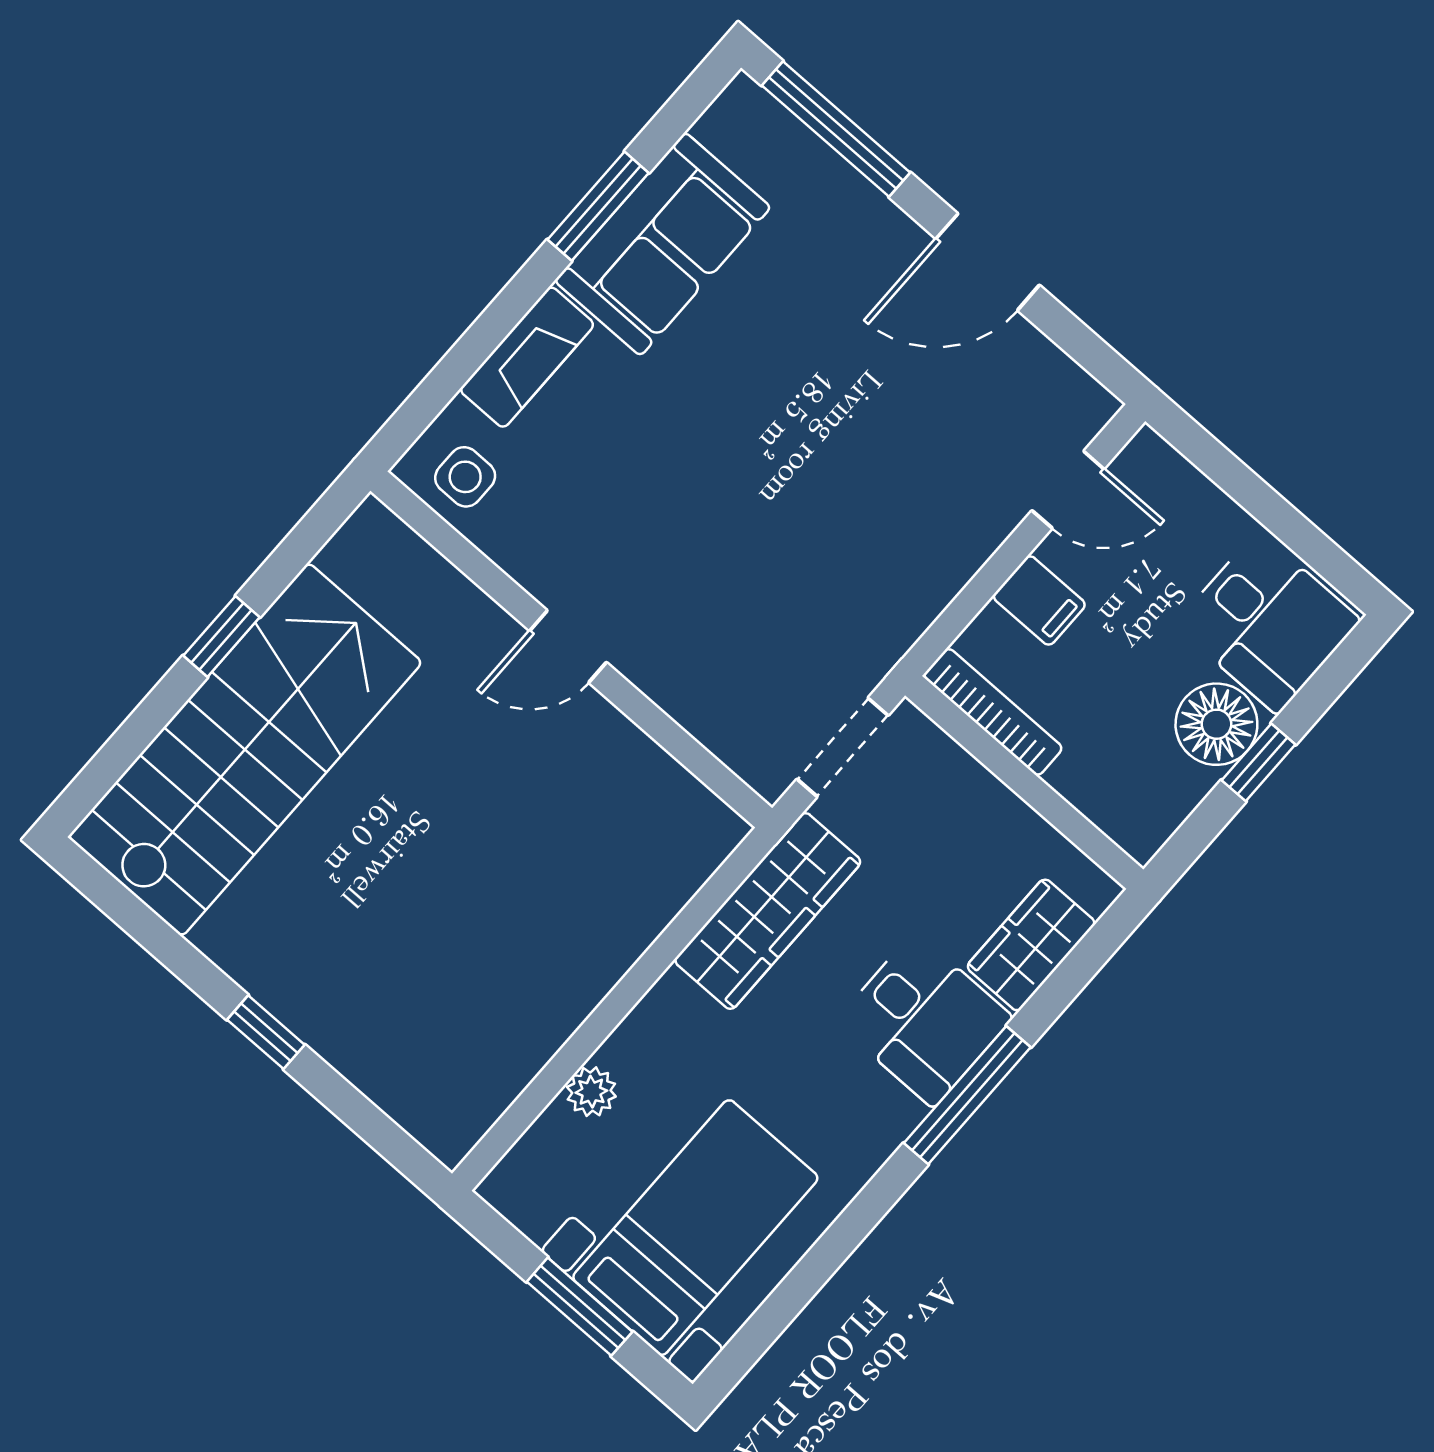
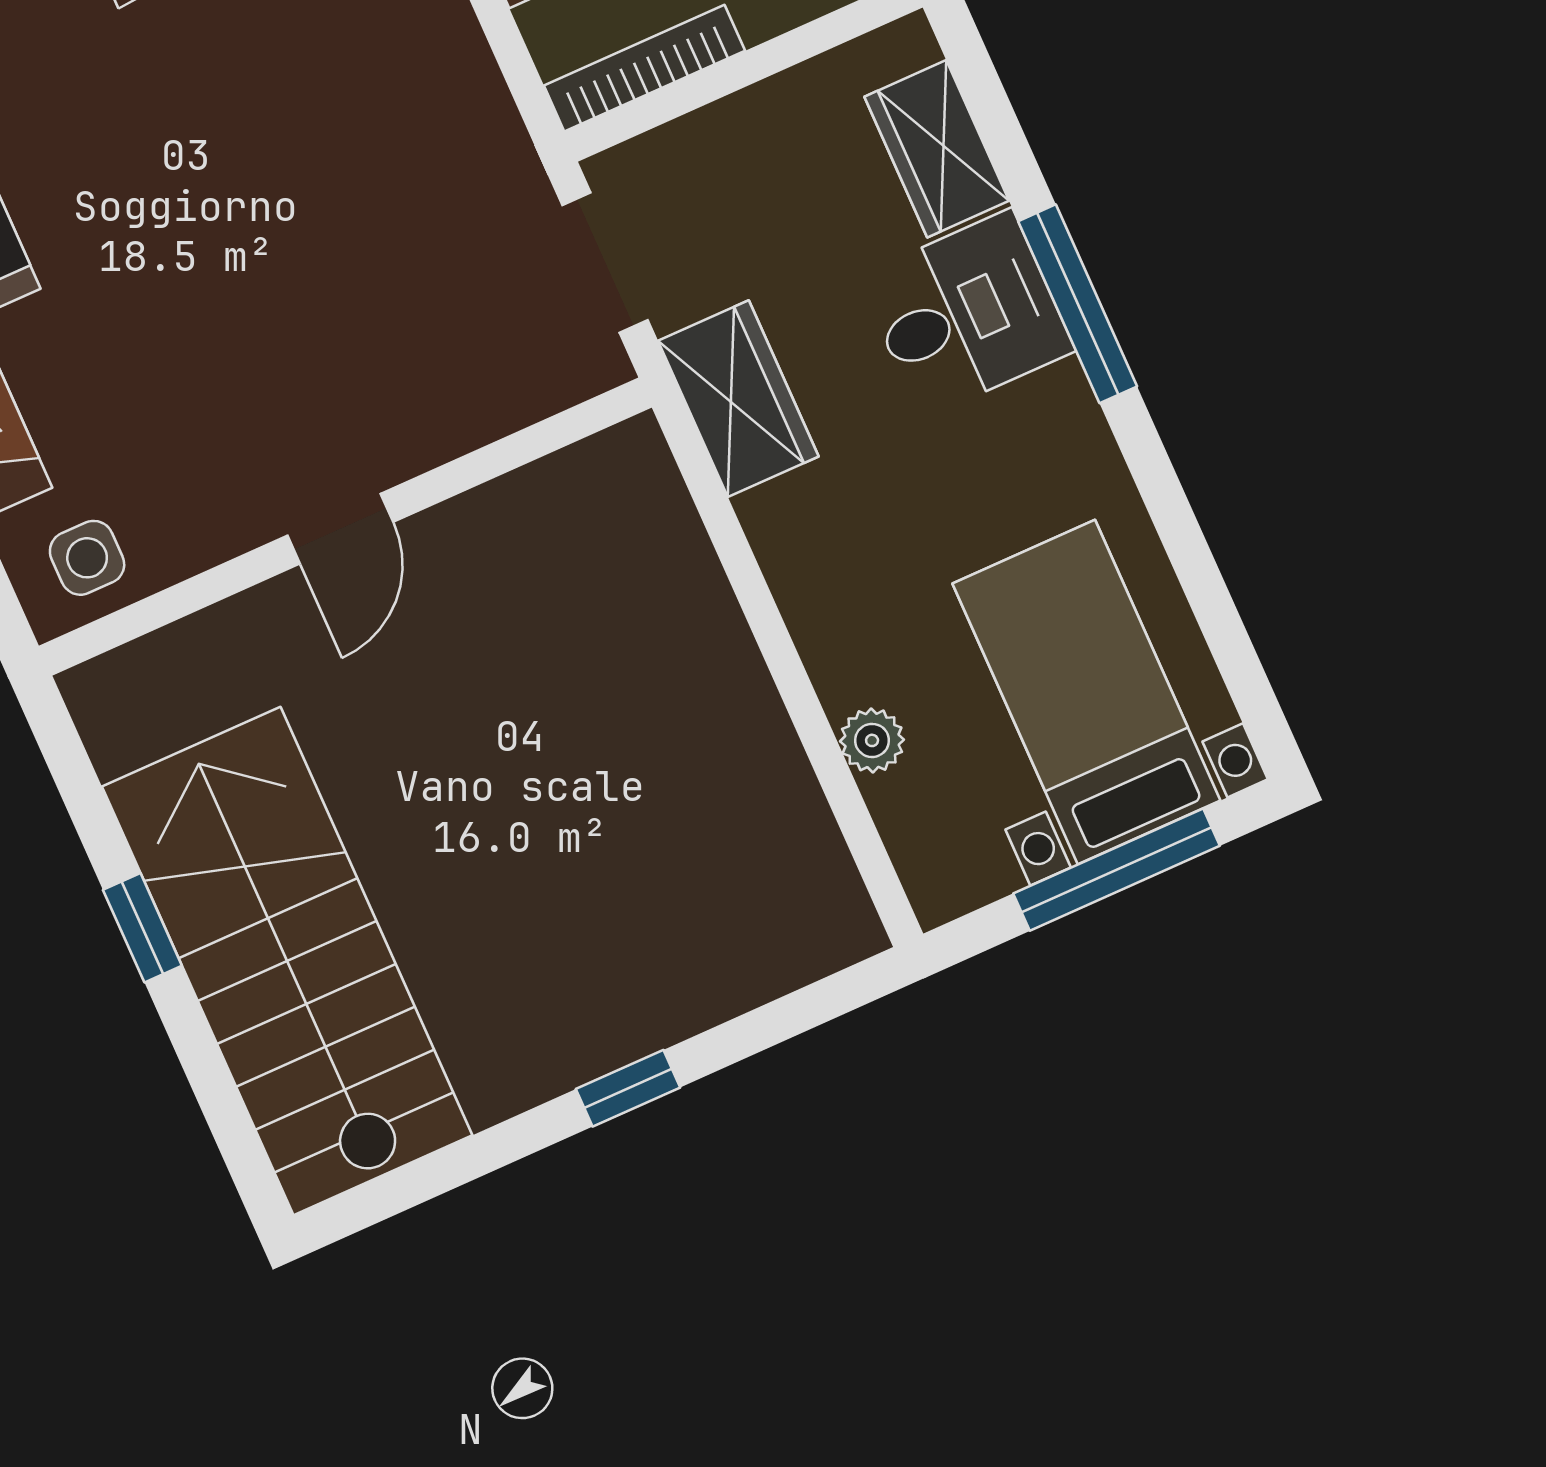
wardrobe: (768, 911) -> (738, 399), width x0.67
window: (580, 1307) -> (1117, 870), width x1.44

